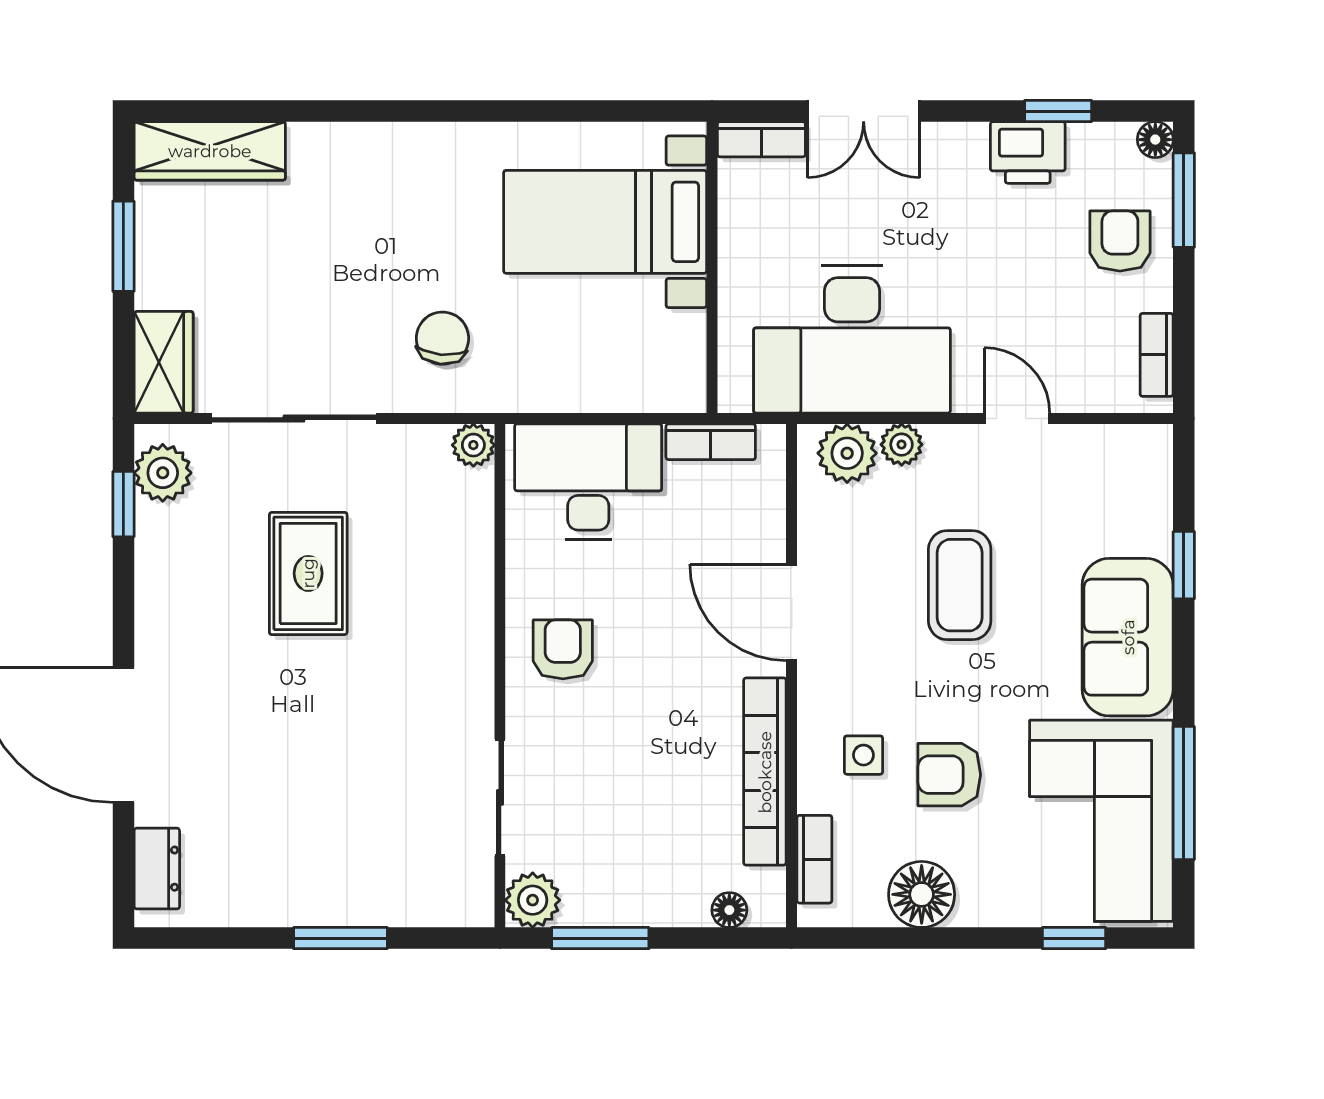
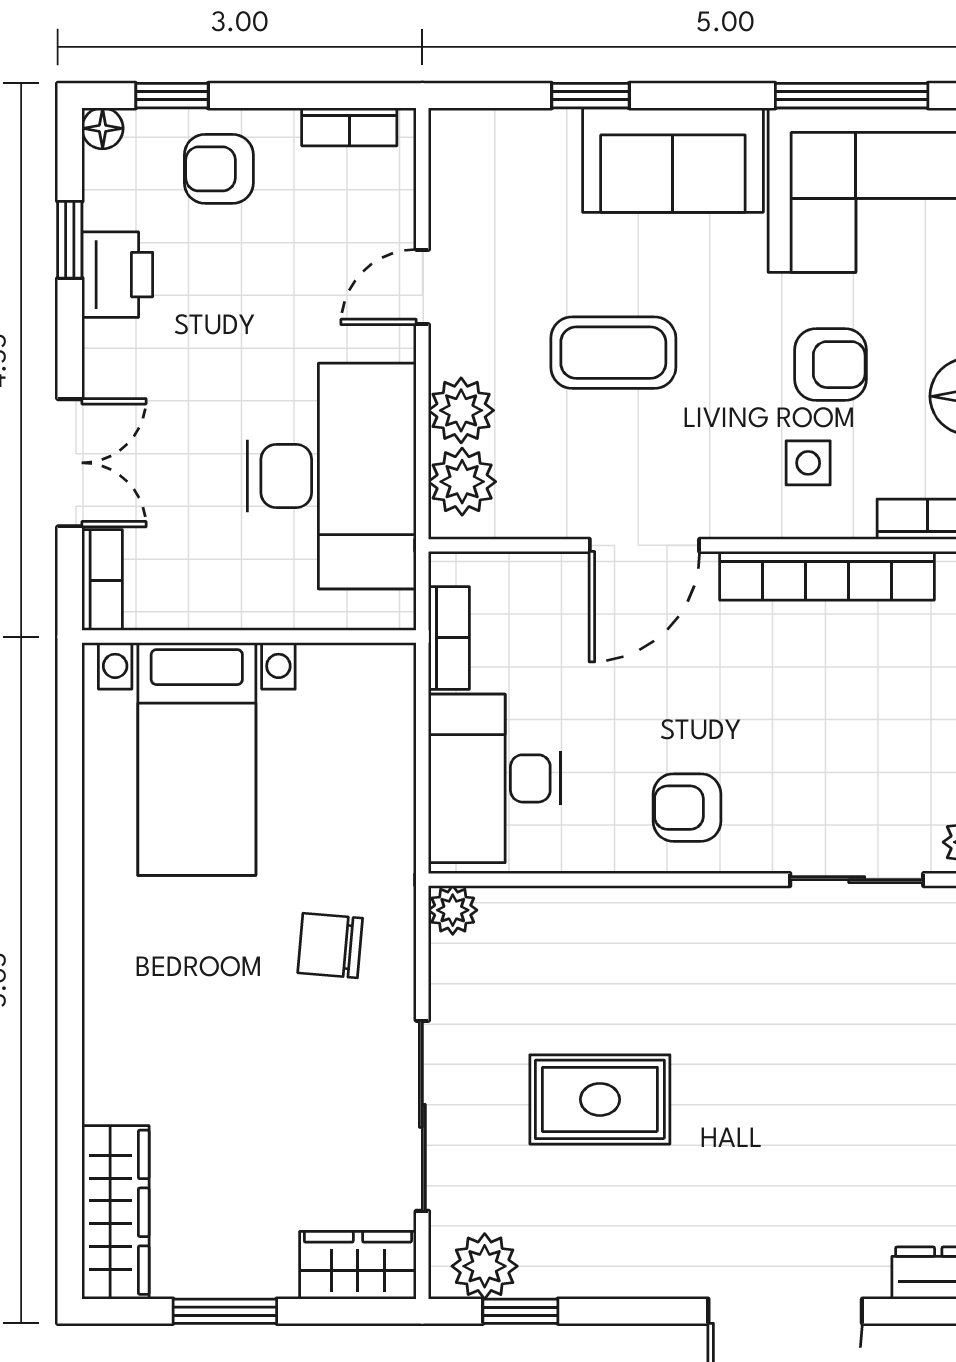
window: (1184, 200) -> (172, 96), width x0.67
plant: (902, 445) -> (461, 410), width x1.38, depth x1.38
armchair: (949, 775) -> (831, 365), turned -90

